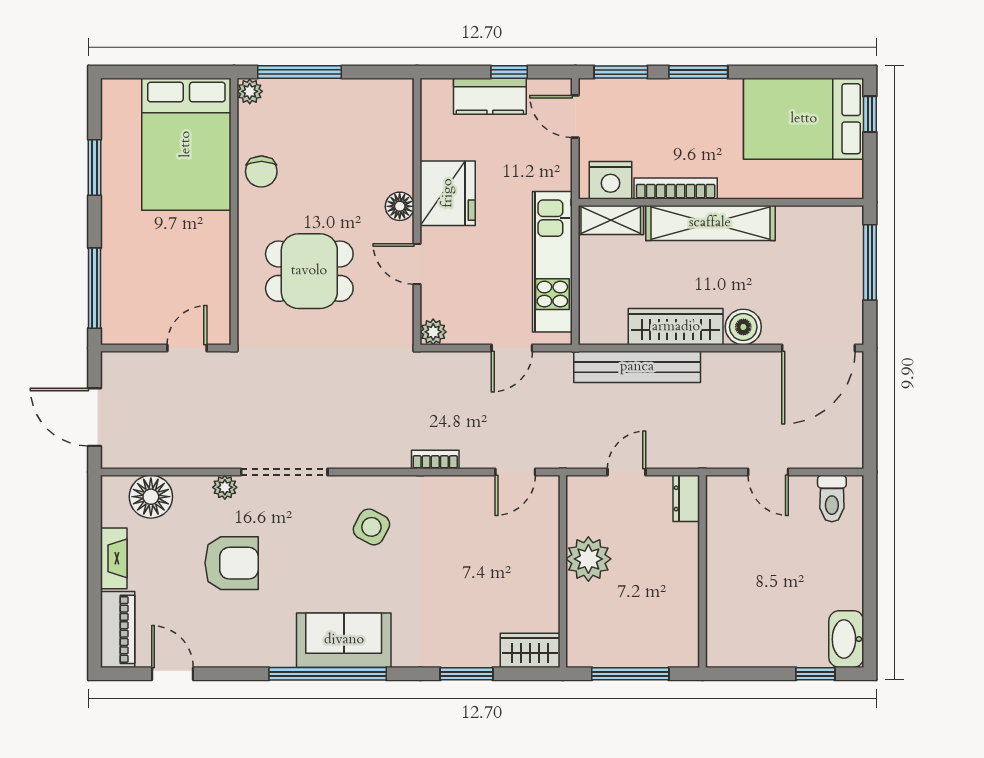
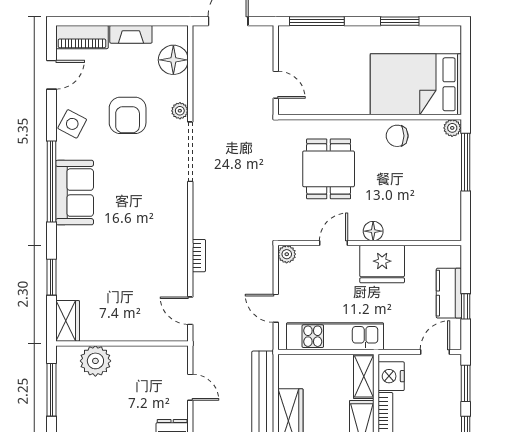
side table: (371, 527) -> (72, 124), moved
plant: (588, 559) -> (95, 361), moved

